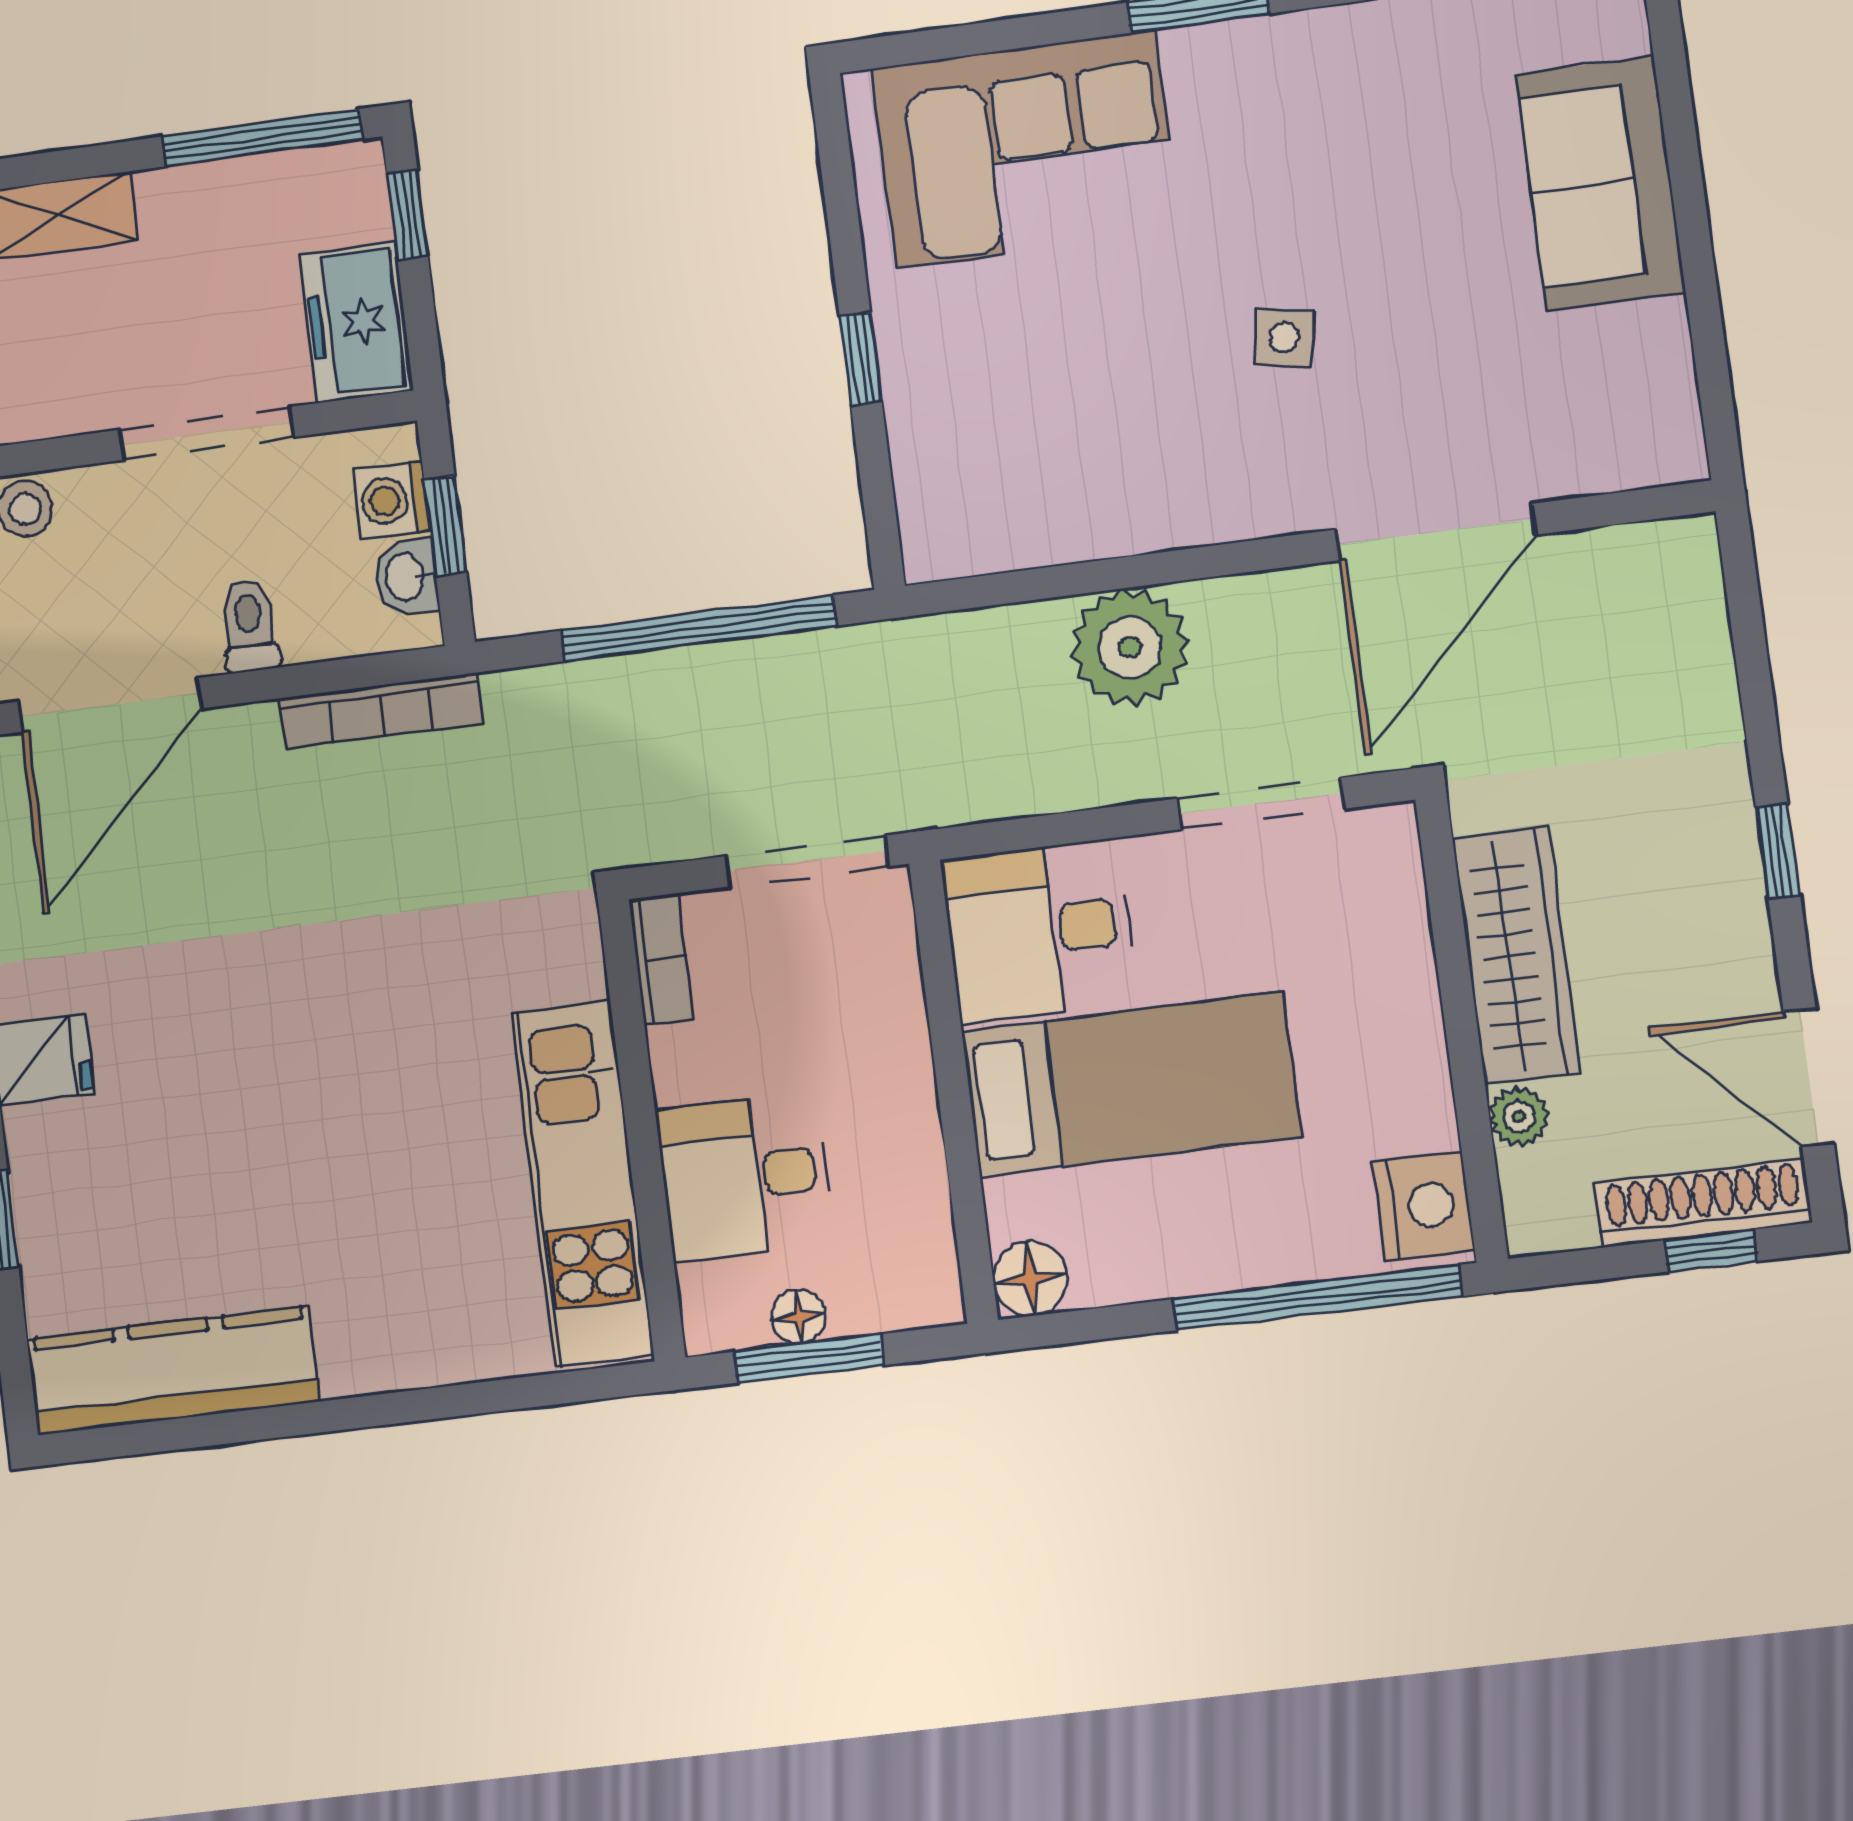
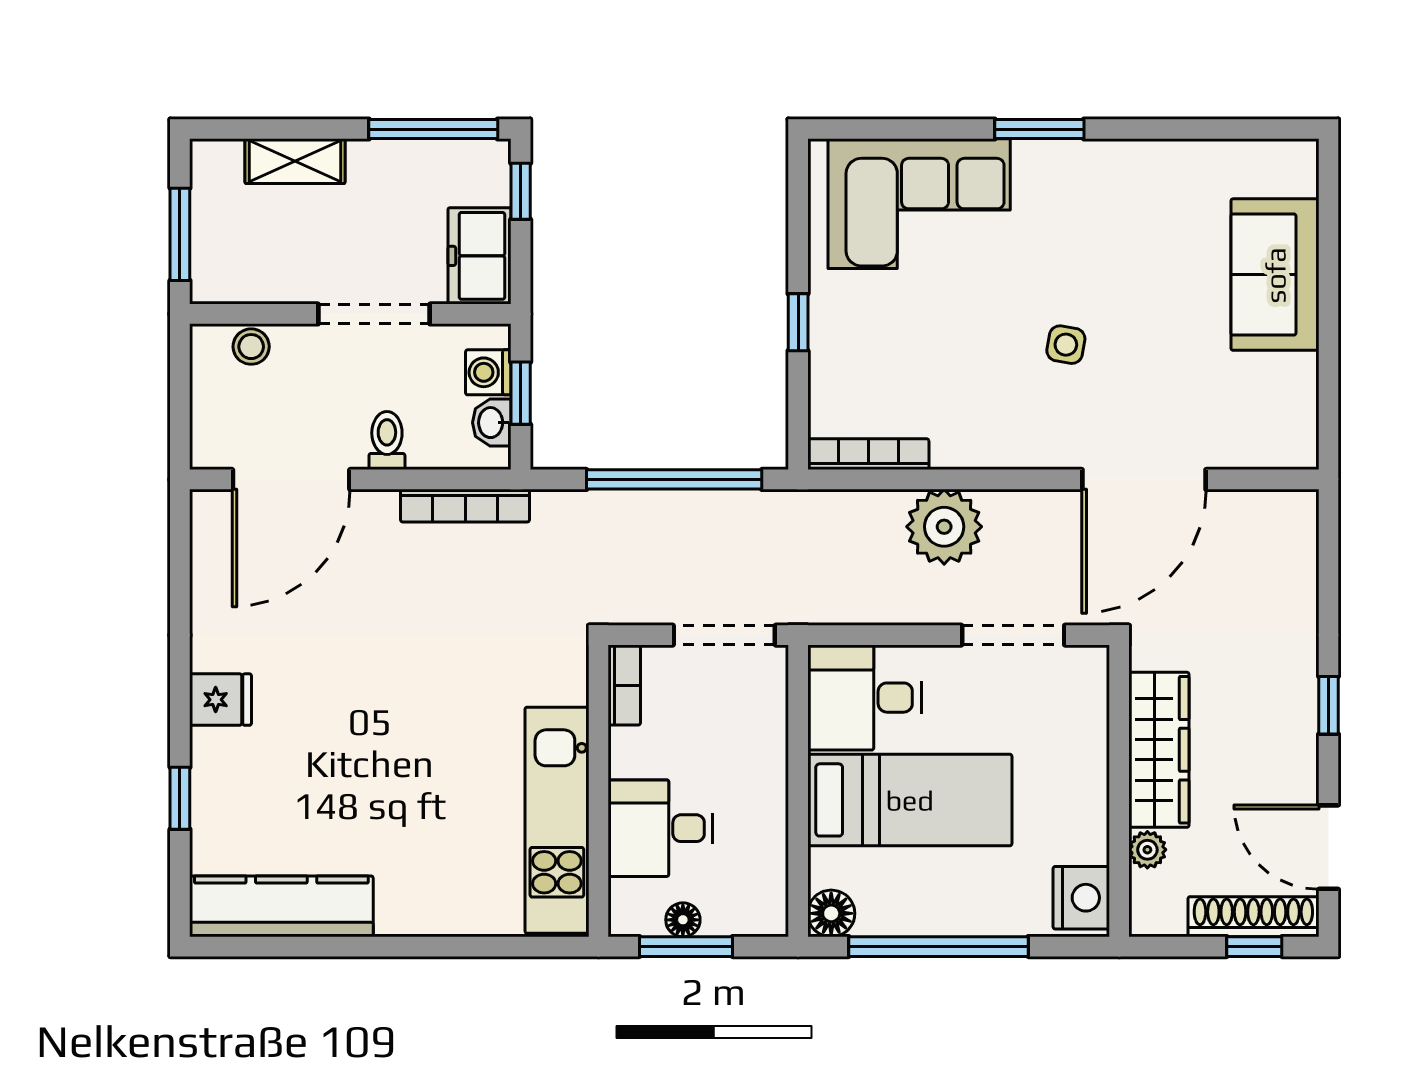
bookcase: (996, 549) -> (868, 454), added
window: (1318, 1298) -> (938, 947), moved

